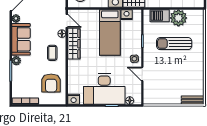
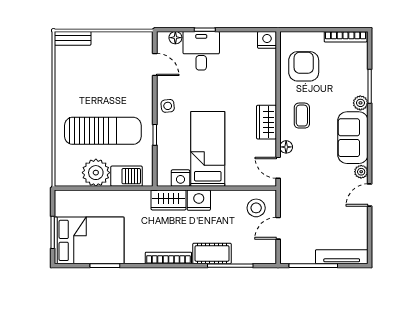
wardrobe: (74, 44) -> (266, 122), width x0.67
sun lounger: (174, 44) -> (103, 131), width x1.36, depth x1.34
door: (142, 74) -> (155, 64), moved
desk: (104, 89) -> (201, 51), width x0.53, depth x0.77

